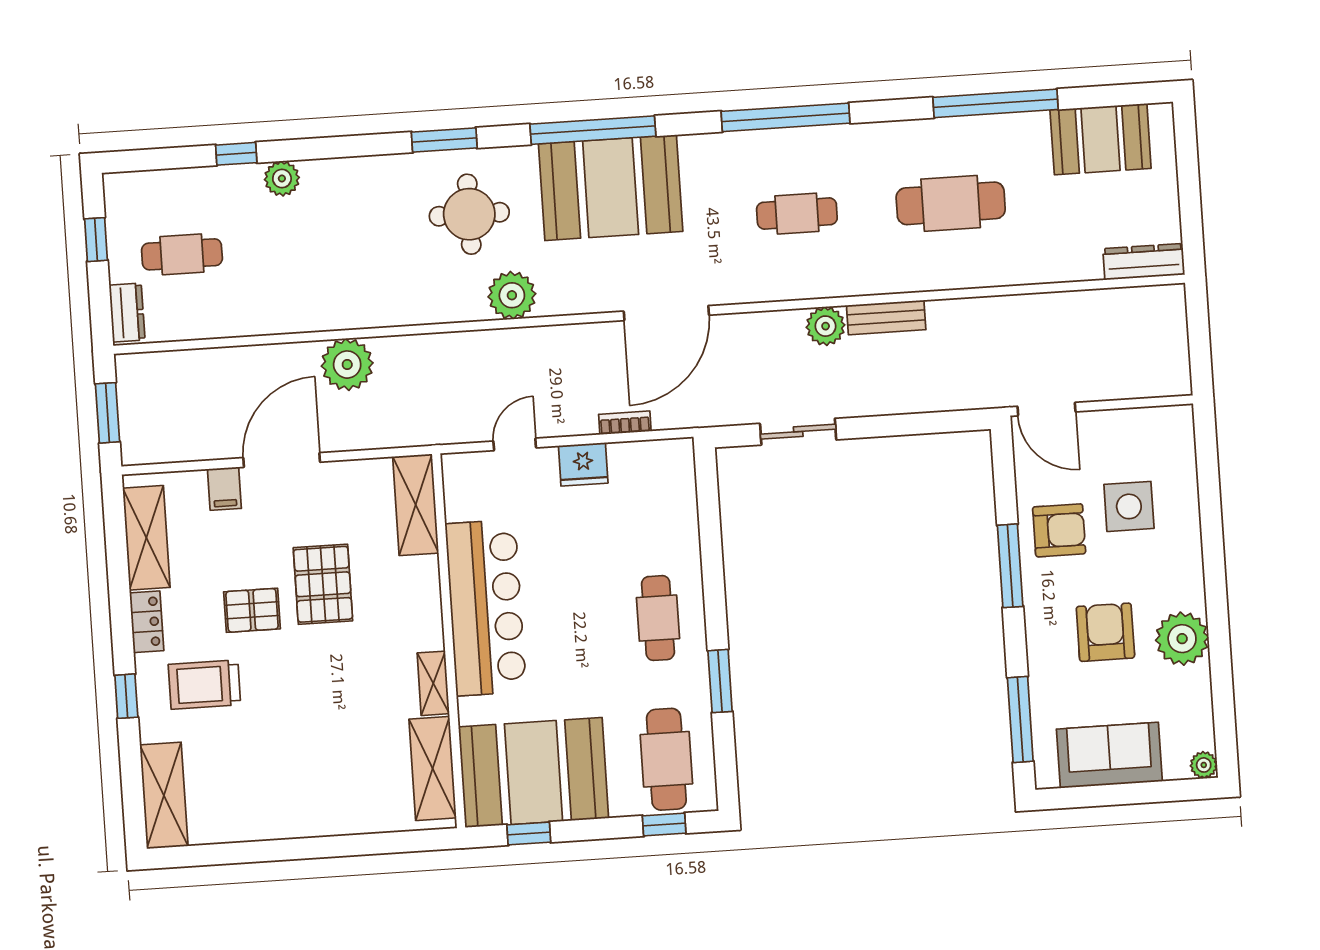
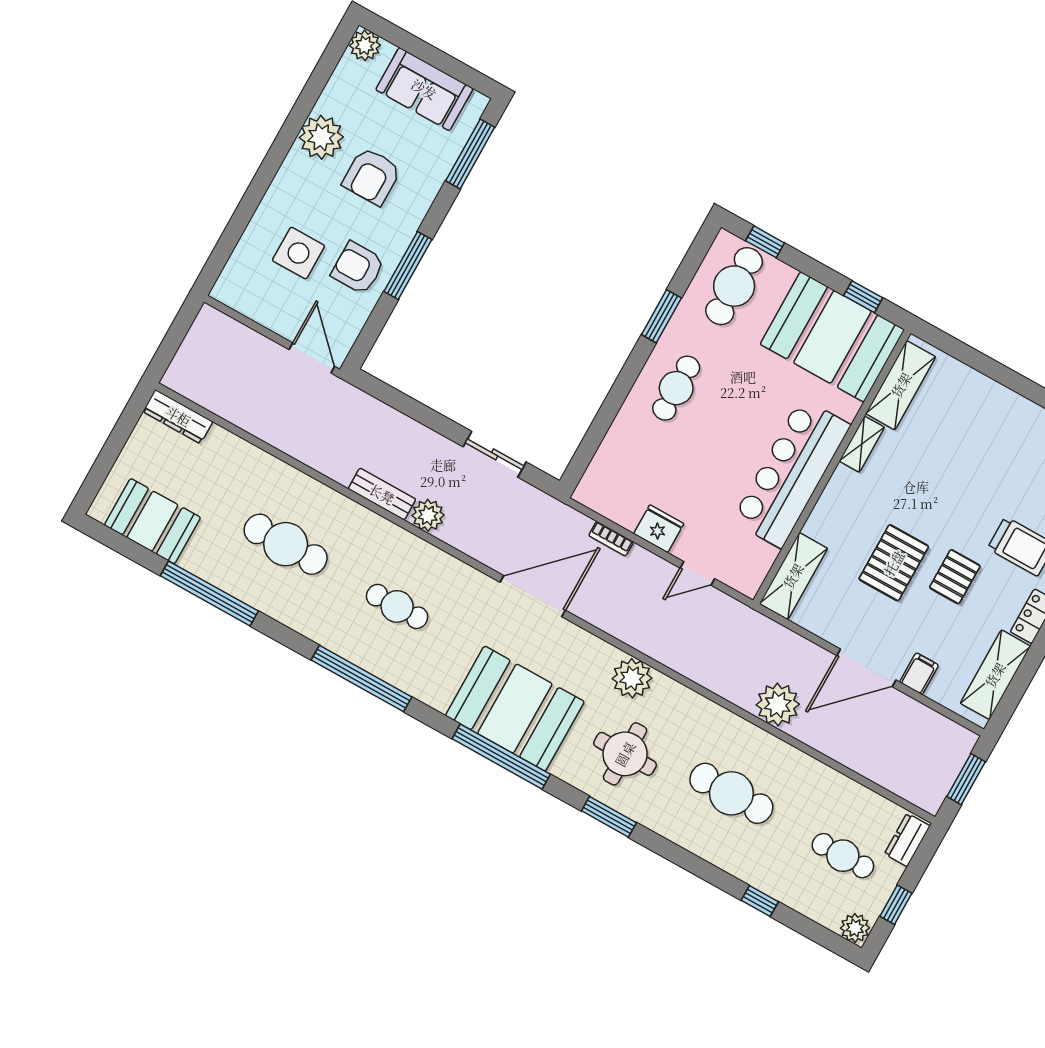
plant: (282, 179) -> (855, 928), moved
cafe table: (336, 244) -> (731, 793), added
pallet: (252, 610) -> (955, 577), turned 90
plant: (1204, 765) -> (365, 45), width x1.38, depth x1.38

